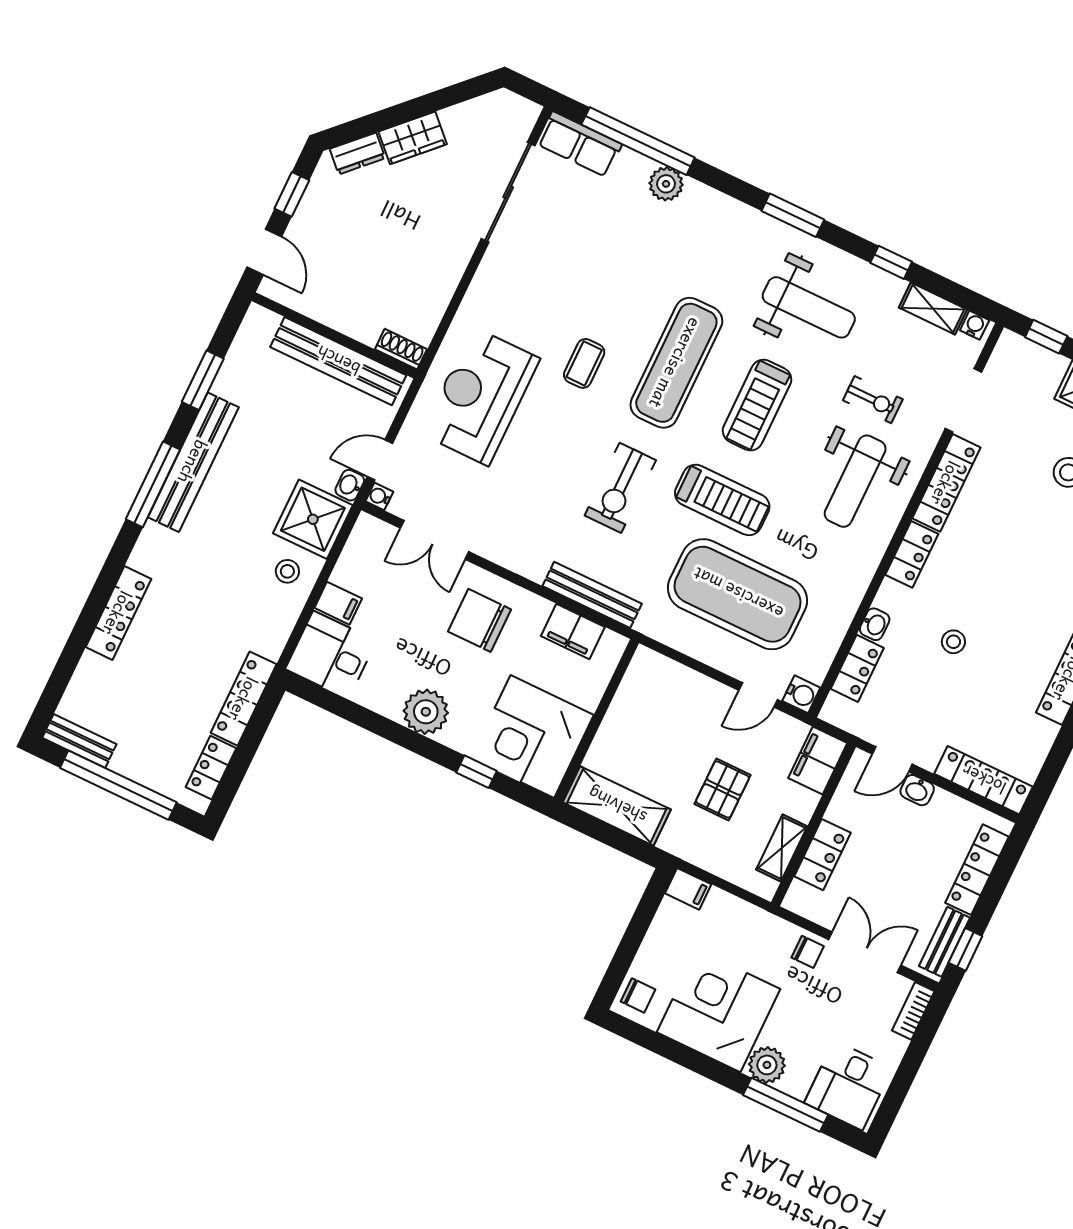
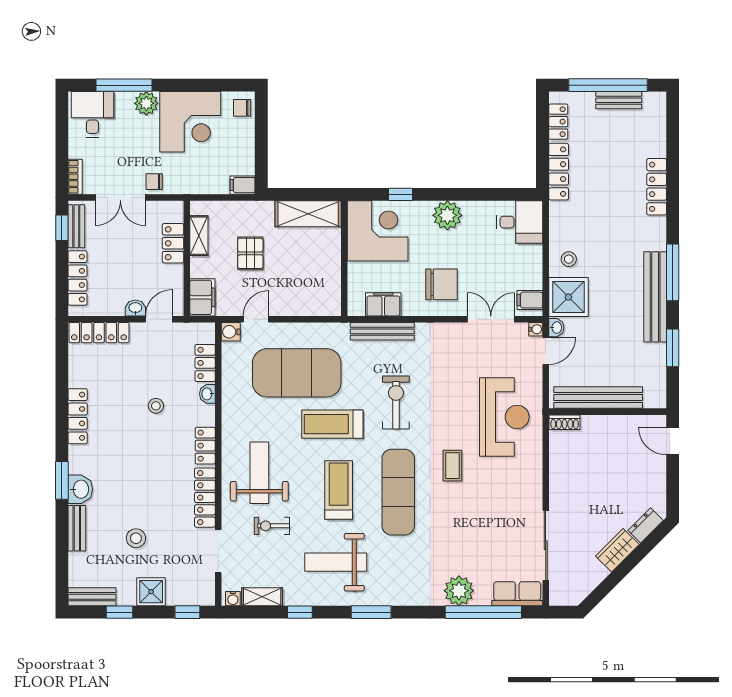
plant: (666, 184) -> (459, 591), width x1.36, depth x1.36
window: (292, 194) -> (673, 483), removed
filing cabinet: (338, 603) -> (530, 300), moved
bench: (79, 741) -> (619, 100), moved

